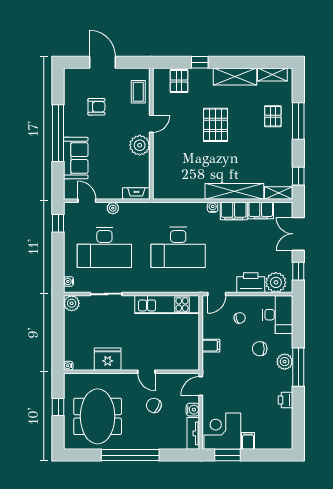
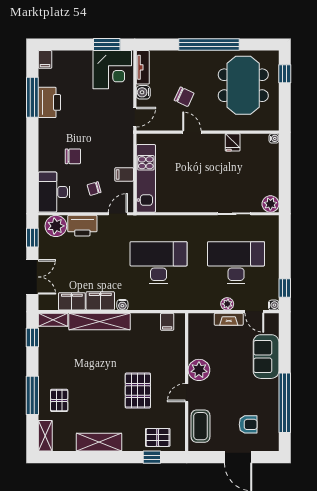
window: (200, 62) -> (152, 457), moved
shelving: (272, 75) -> (45, 436), moved, turned 90
pallet: (179, 81) -> (158, 437), turned 90
coffee table: (138, 92) -> (201, 426), width x1.36, depth x1.30
armchair: (96, 107) -> (248, 424), moved, turned 180
pallet: (215, 125) -> (138, 391), moved
window: (58, 133) -> (285, 403), moved
filing cabinet: (170, 191) -> (167, 322), added
fireplace: (136, 193) -> (229, 319), moved
water cooler: (69, 281) -> (274, 305), moved
kitchen unit: (167, 304) -> (146, 178), moved, turned 90
filing cabinet: (211, 346) -> (124, 174), moved
fridge: (108, 359) -> (233, 142), width x0.53, depth x0.75
plant: (285, 362) -> (47, 143), removed
window: (298, 367) -> (32, 97), moved
printer: (286, 400) -> (49, 102), width x1.87, depth x1.48
window: (58, 407) -> (285, 74), moved
filing cabinet: (248, 441) -> (45, 59), moved

